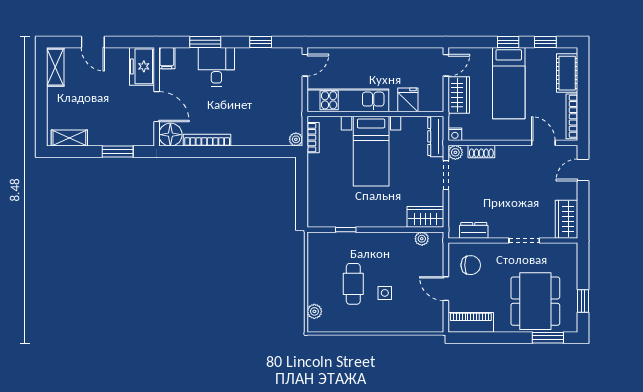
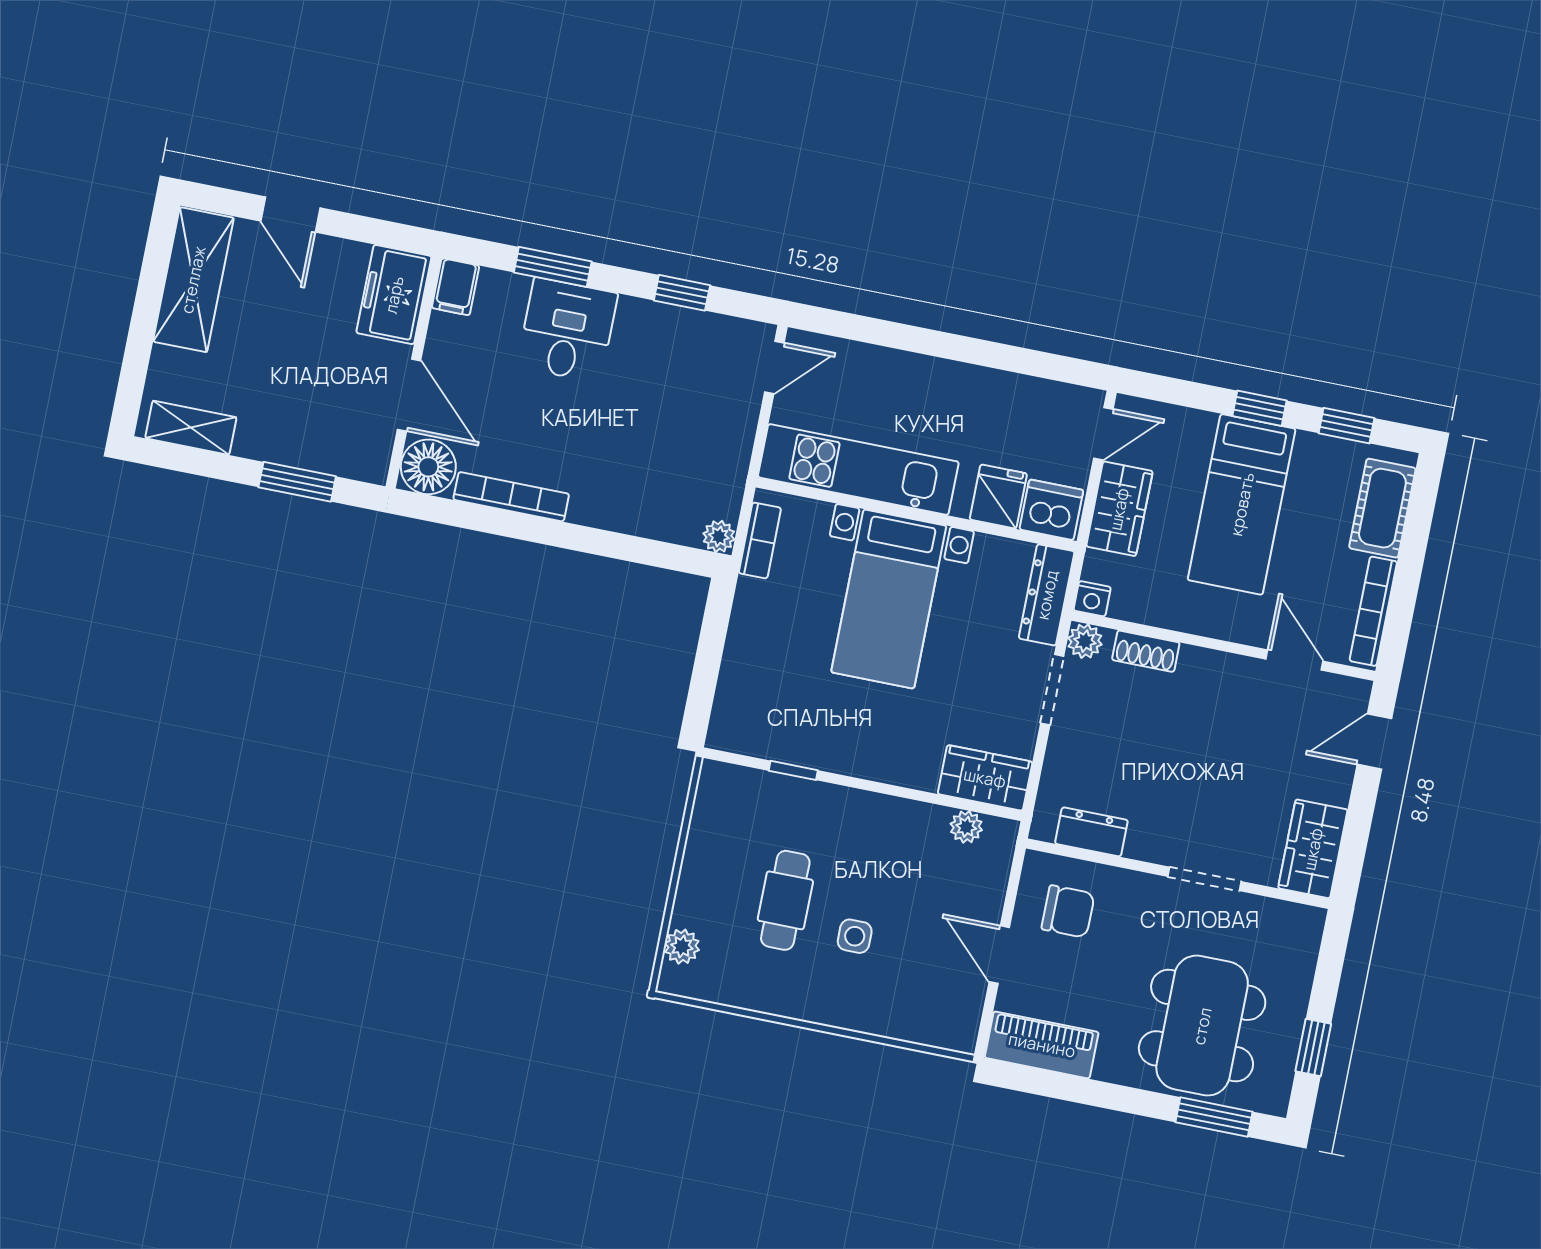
shelving: (55, 67) -> (193, 280), width x1.50, depth x1.33
dishwasher: (431, 101) -> (1051, 510), added

